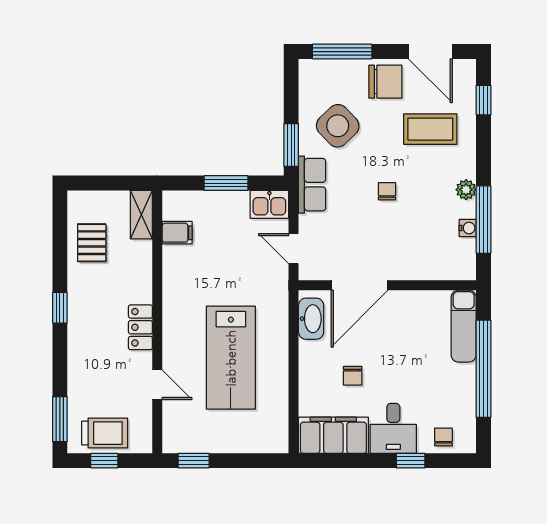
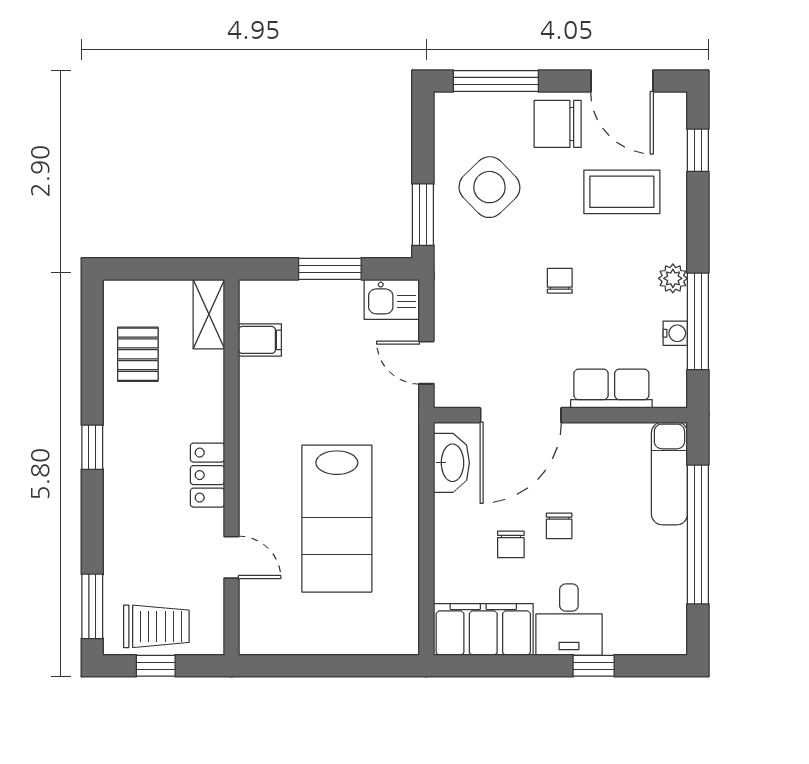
chair: (385, 82) -> (558, 124), turned 180
row of seats: (312, 185) -> (611, 389), moved, turned -90
chair: (443, 437) -> (559, 526), moved, turned 180
window: (194, 461) -> (283, 666), removed

